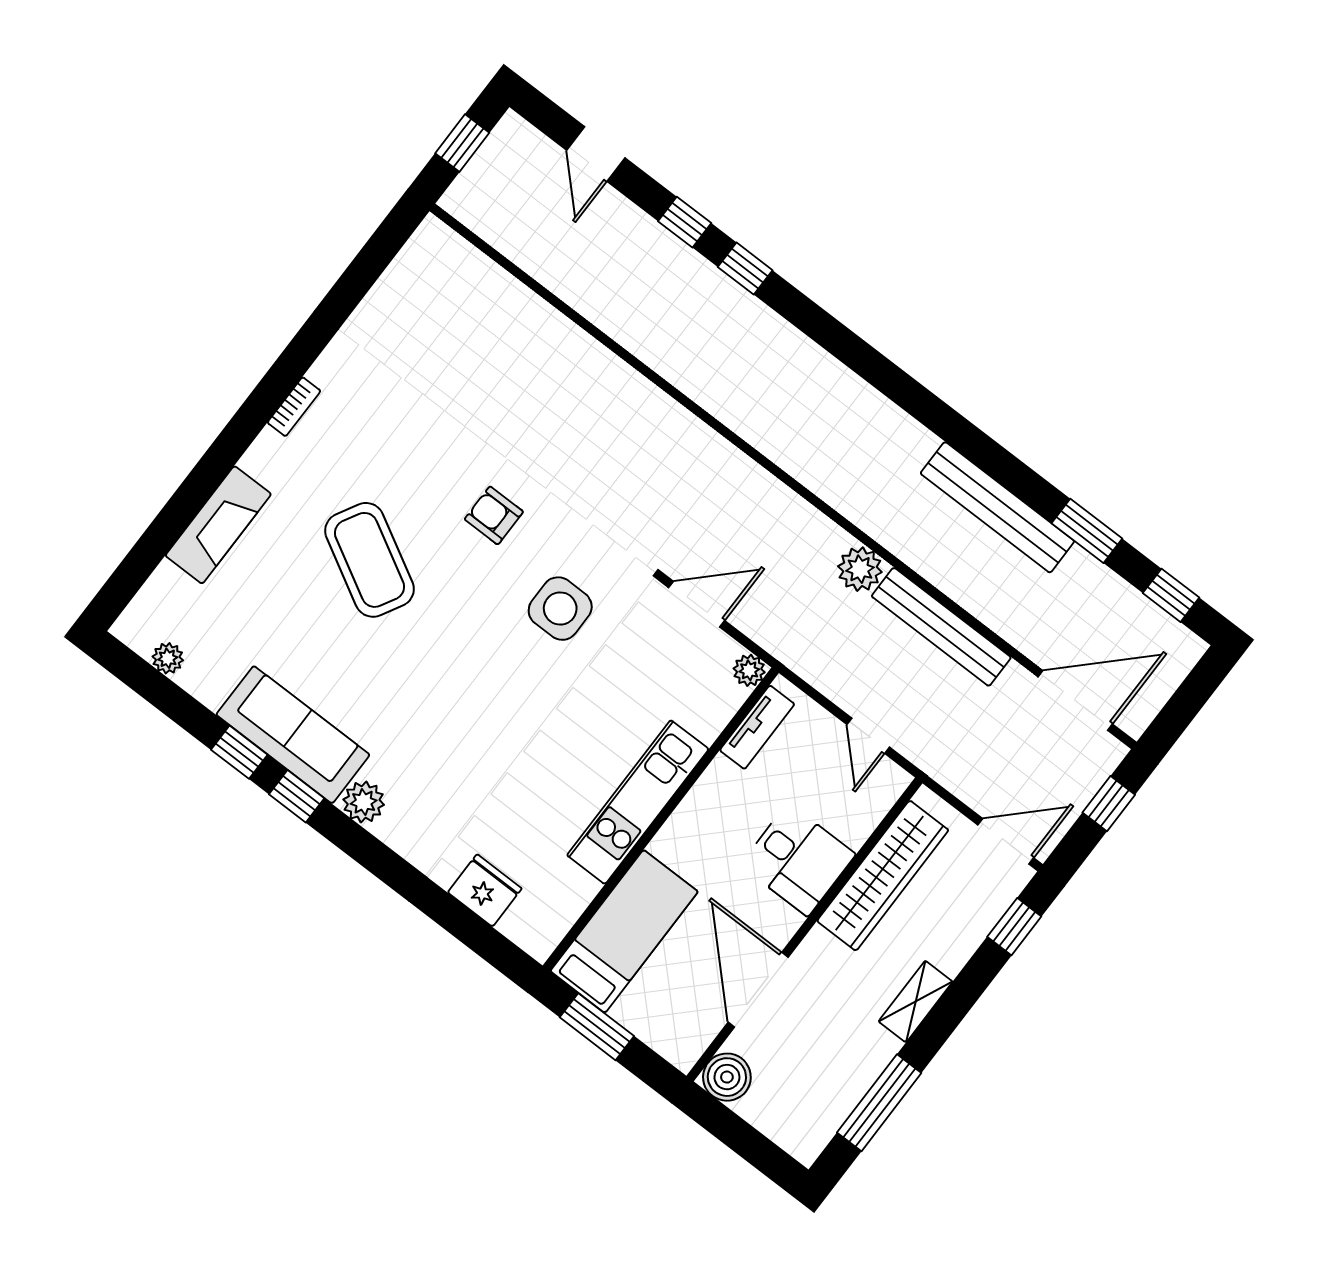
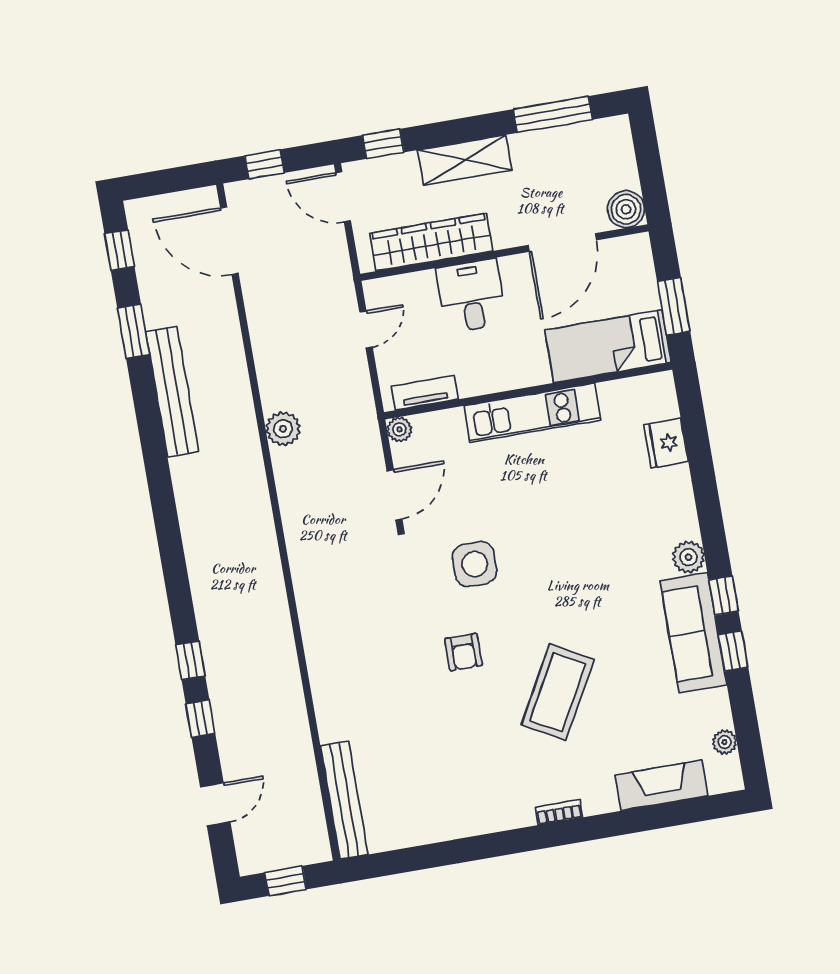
bookcase: (294, 407) -> (559, 812), moved
fireplace: (218, 525) -> (661, 785), moved
door: (697, 604) -> (395, 495), swing flipped
bench: (941, 627) -> (344, 800), moved
shelving: (916, 1002) -> (465, 160), width x1.50, depth x1.33

